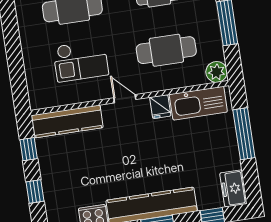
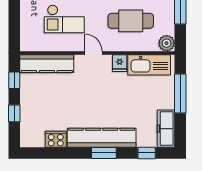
freezer: (233, 188) -> (166, 129), width x1.40

